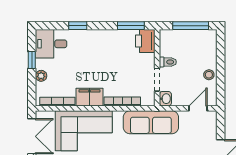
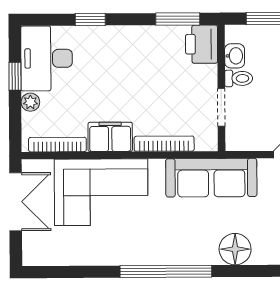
desk: (51, 44) -> (47, 58), width x1.37
washbasin: (165, 99) -> (235, 56), moved

